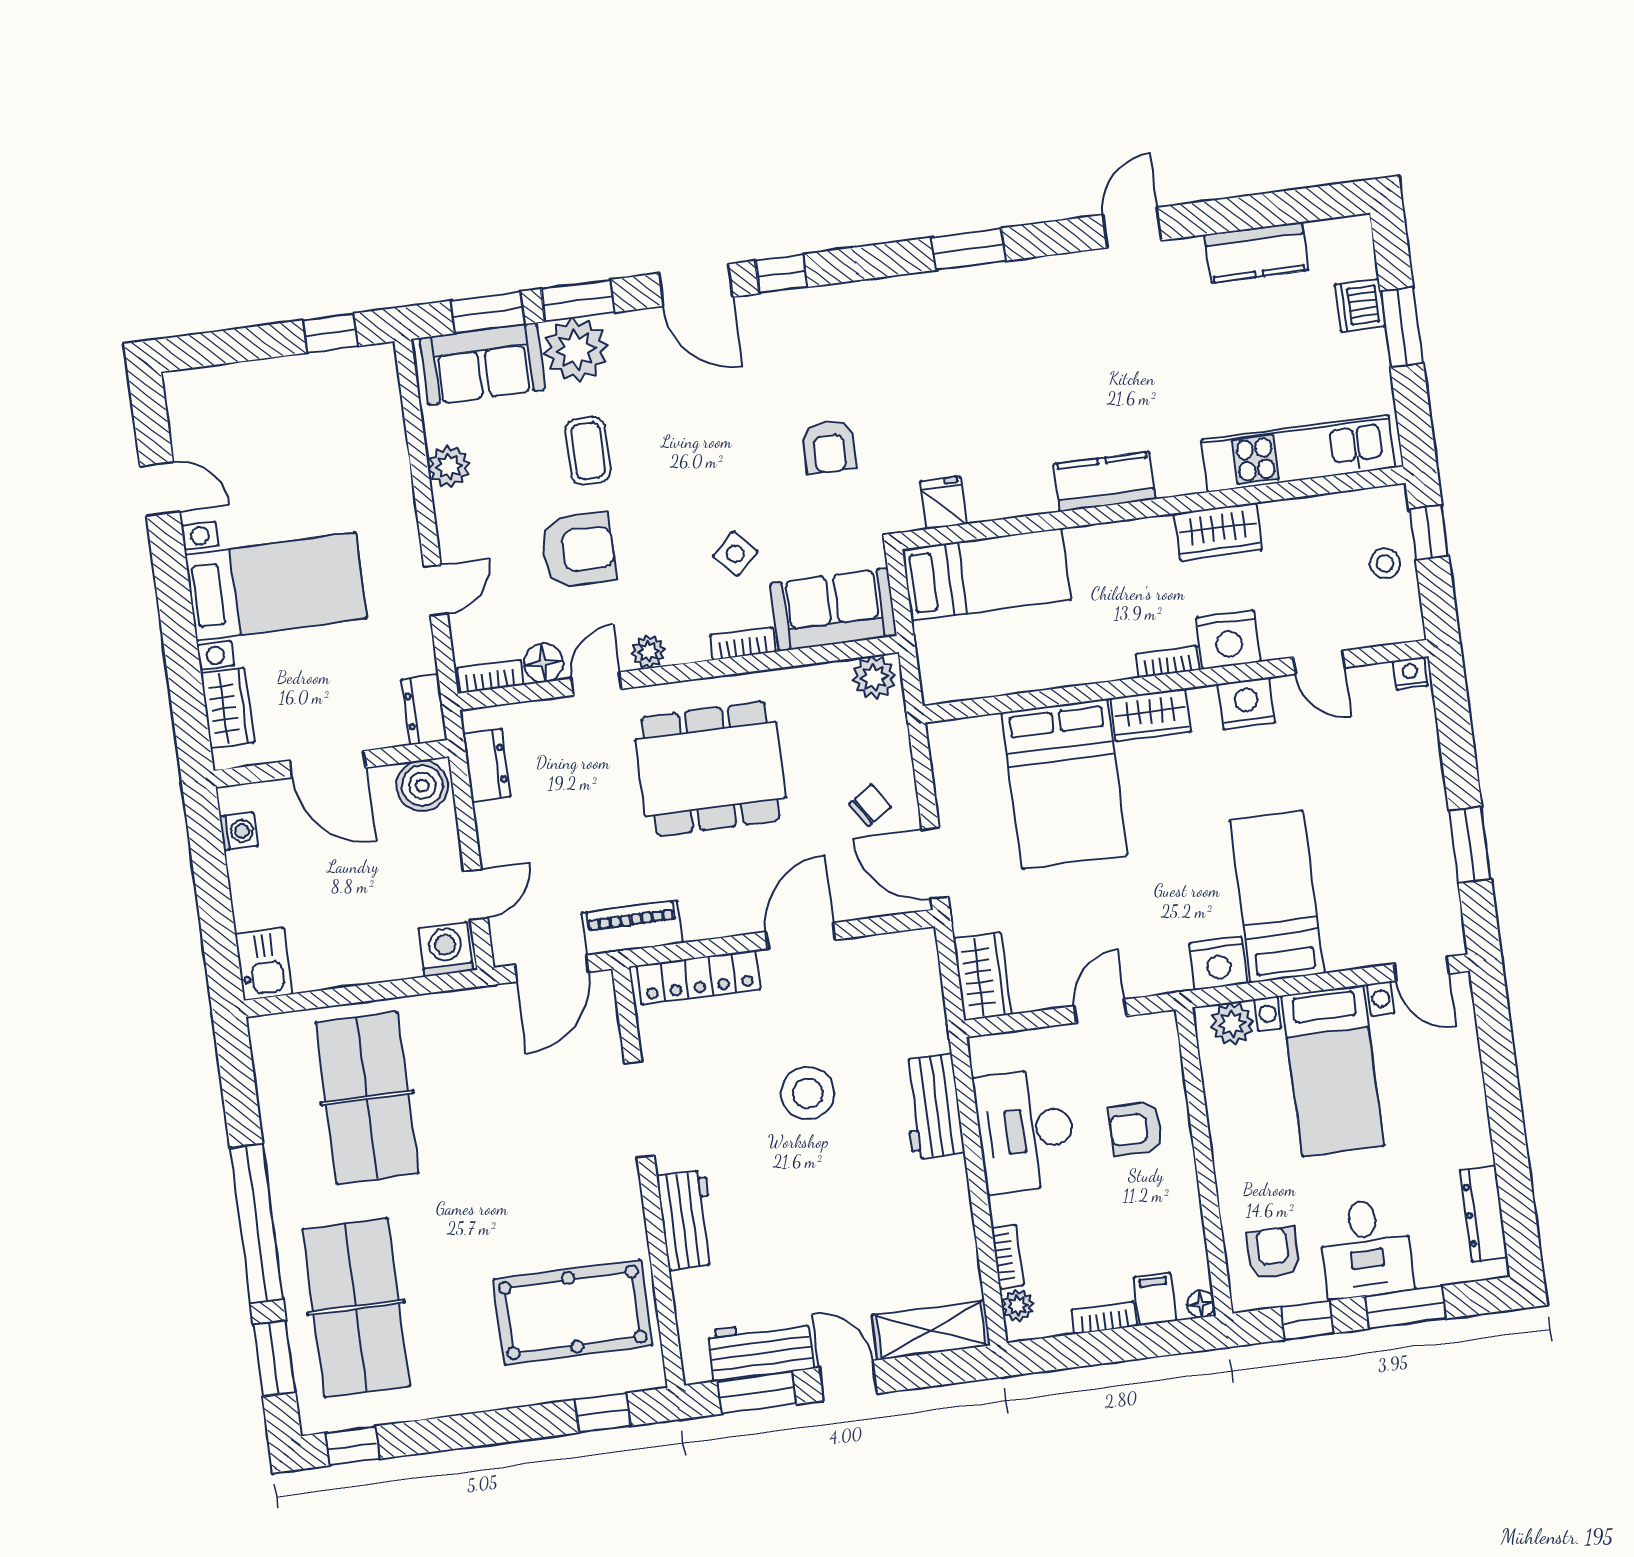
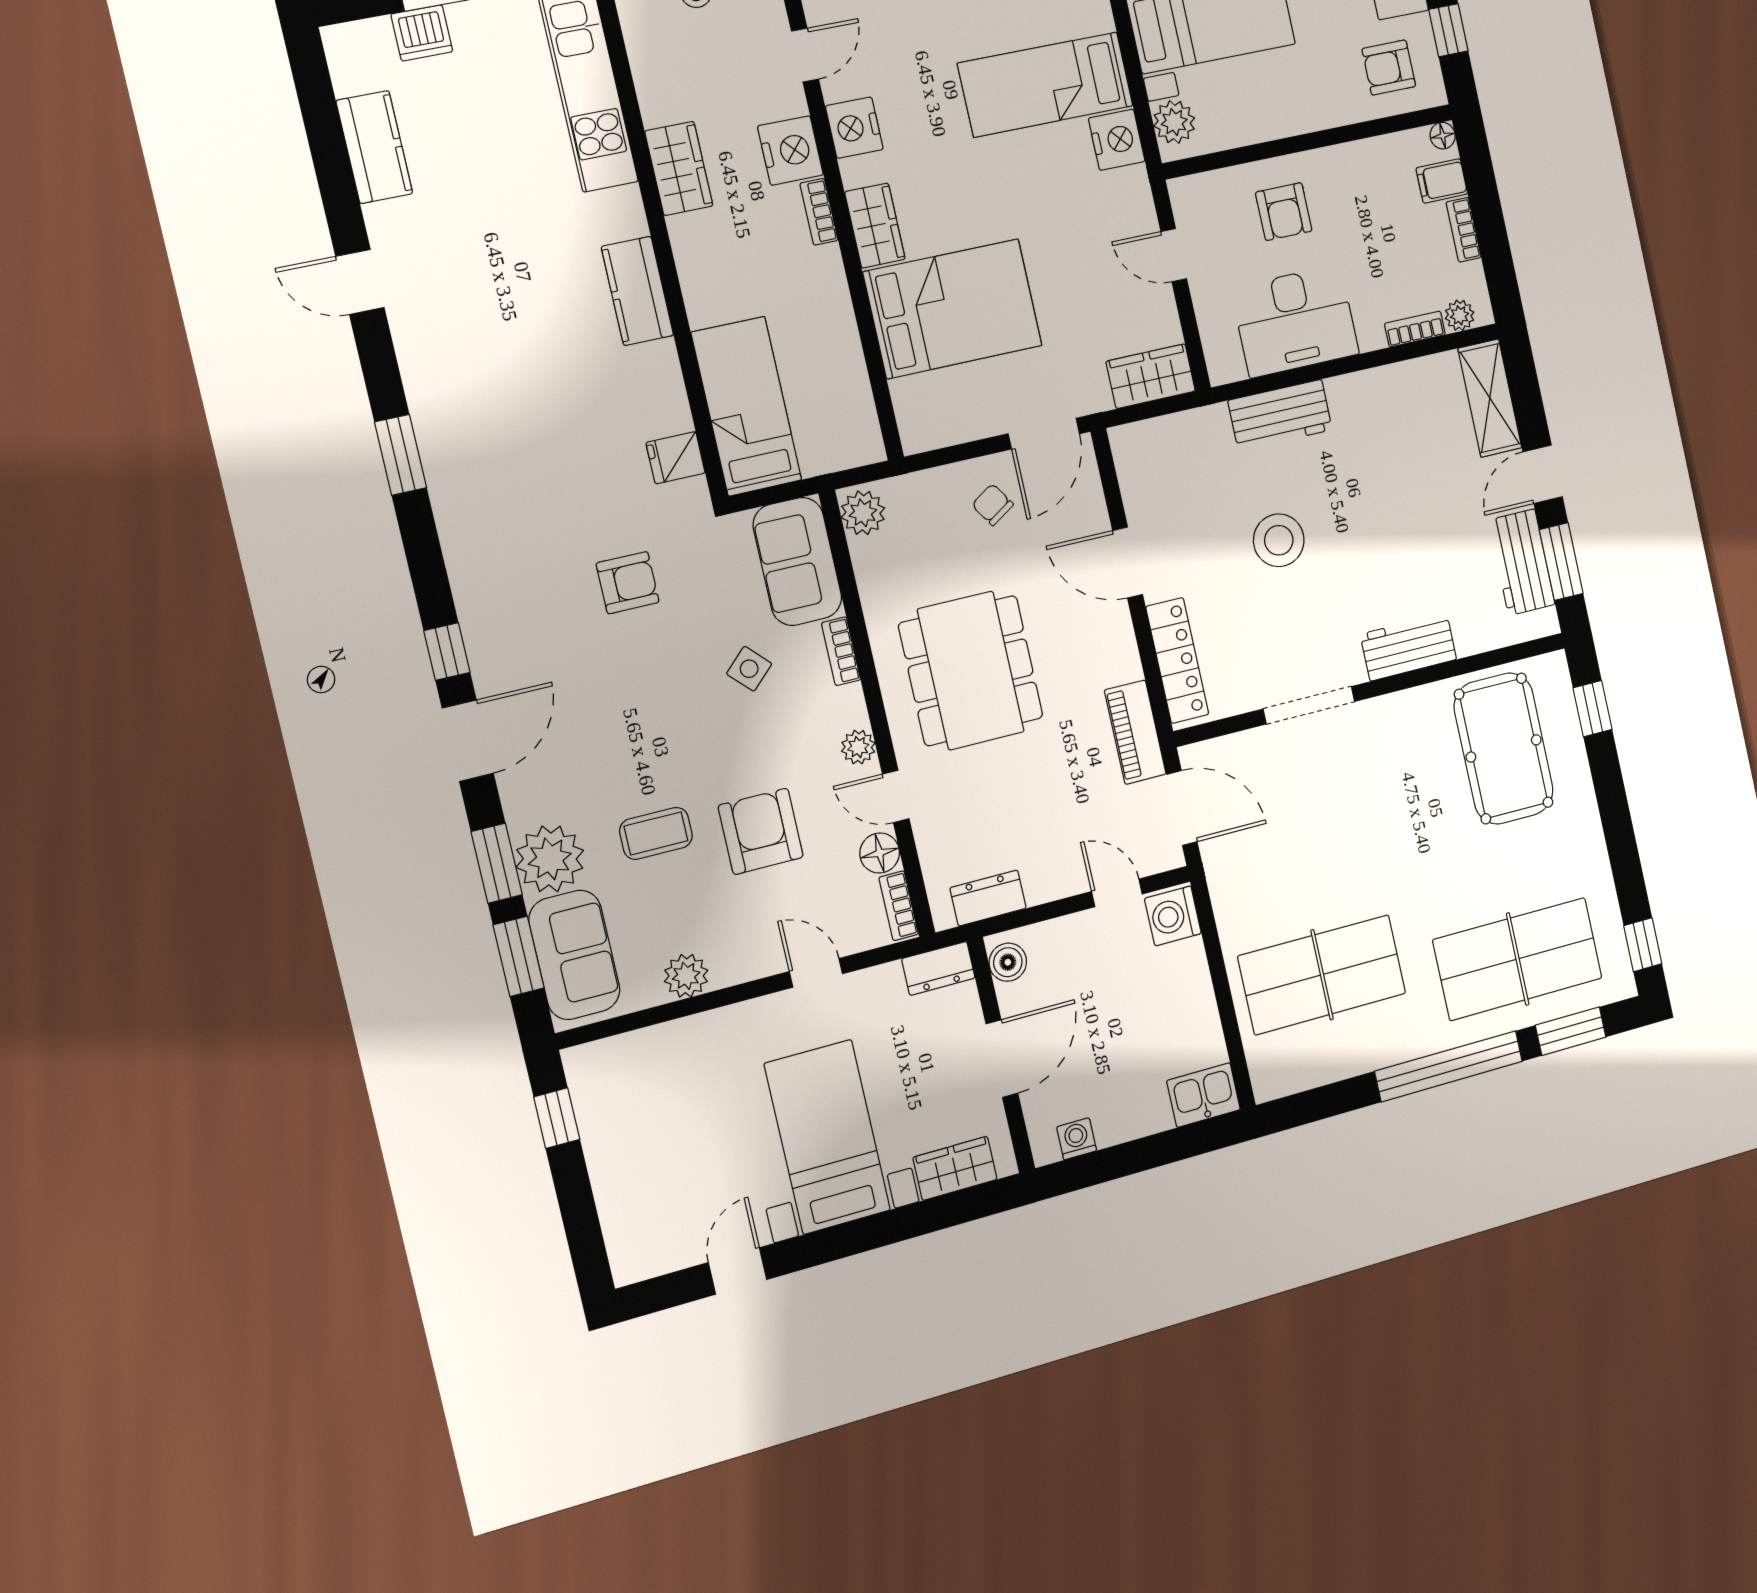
boiler: (422, 786) -> (1008, 962), width x0.73, depth x0.73

